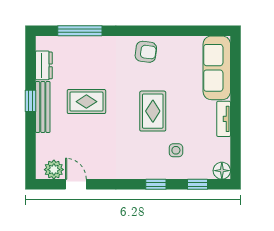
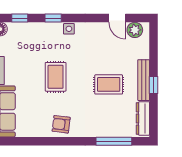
dresser: (44, 65) -> (143, 118), width x1.44
side table: (176, 150) -> (69, 29), moved

